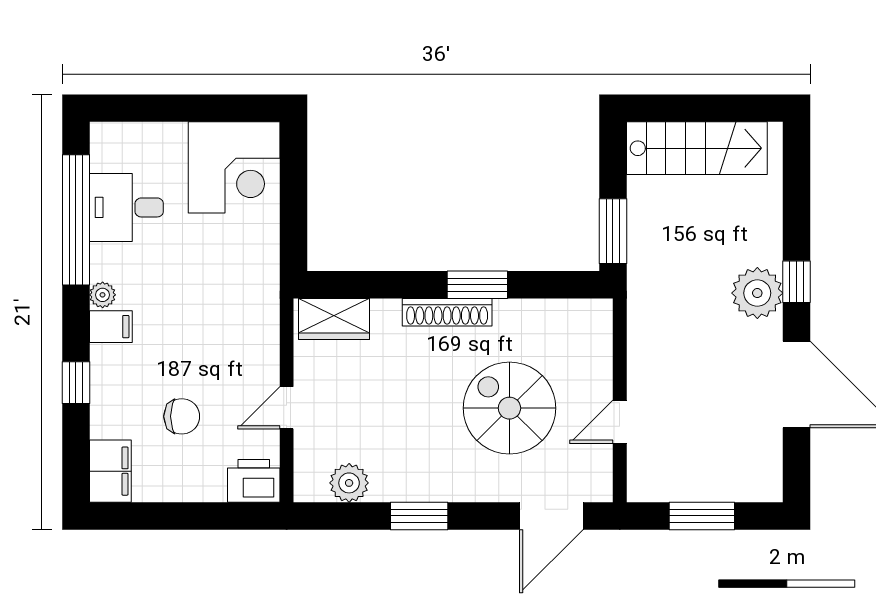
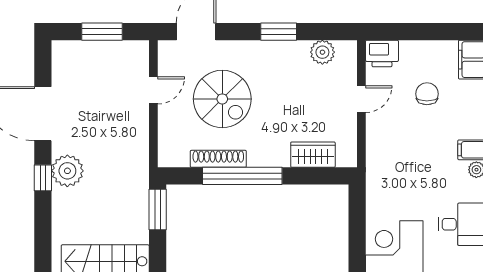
window: (477, 285) -> (242, 176), width x2.11
shoe rack: (447, 312) -> (218, 159), moved
wardrobe: (334, 319) -> (313, 155), moved
chair: (182, 416) -> (427, 94), turned 90

